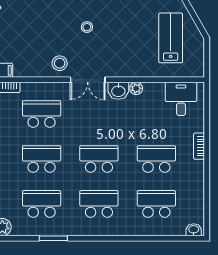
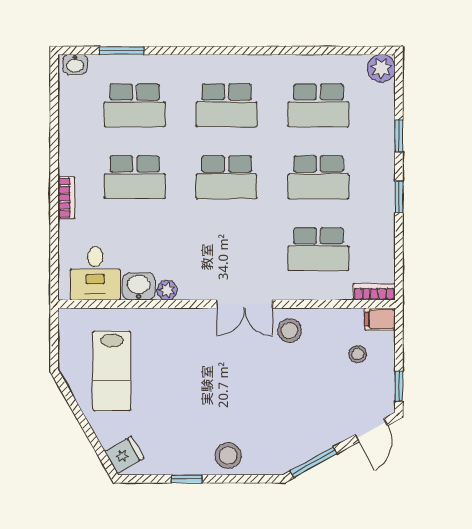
stool: (87, 27) -> (358, 354), moved
double door: (88, 80) -> (245, 304), swing flipped
washbasin: (118, 91) -> (139, 286), moved
window: (53, 238) -> (122, 51), moved

